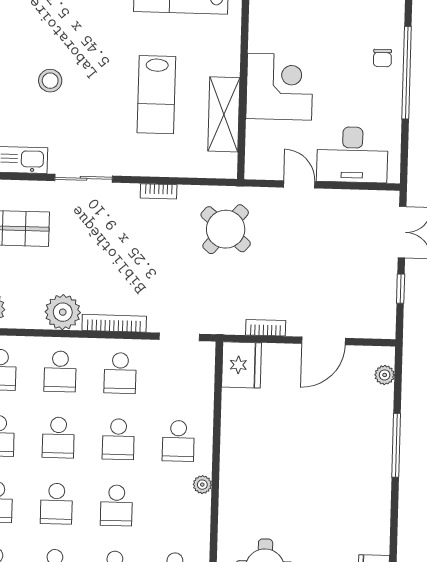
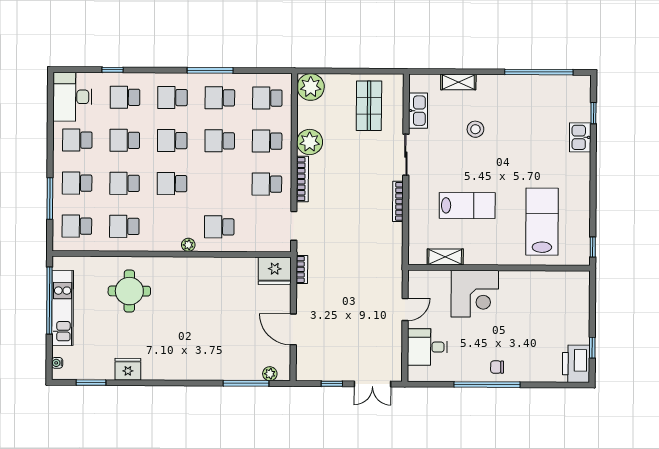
lab bench: (156, 95) -> (467, 206), turned 180
shelving: (224, 114) -> (445, 257), width x0.67, depth x0.75
desk: (352, 155) -> (427, 347), width x0.73
bookcase: (159, 191) -> (398, 201), width x1.56
round table: (226, 229) -> (372, 257), removed
bookcase: (266, 328) -> (302, 269), moved
school desk: (118, 439) -> (219, 184), removed
window: (396, 445) -> (246, 383), moved

